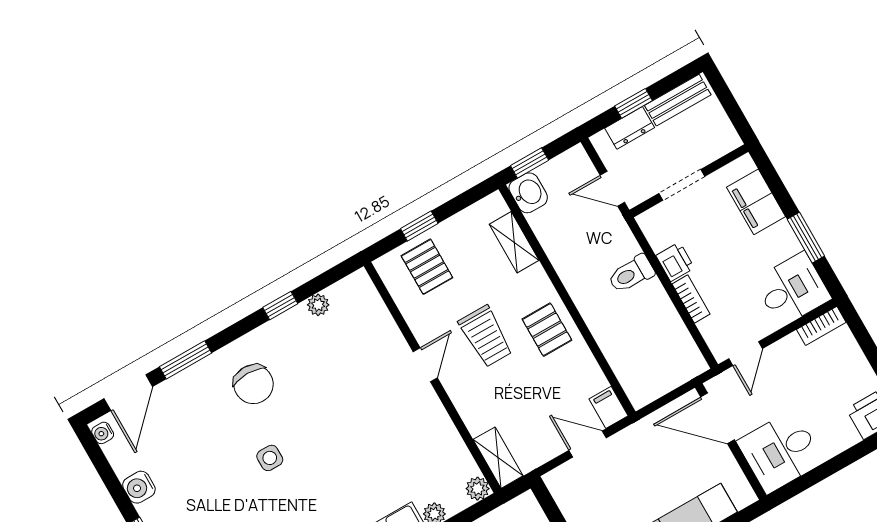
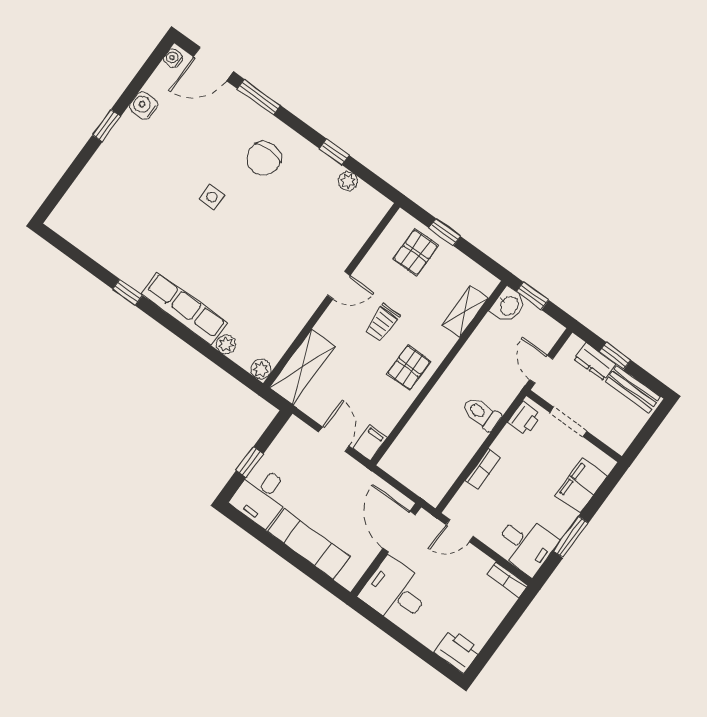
printer: (675, 262) -> (524, 419), moved
trolley: (486, 336) -> (382, 322), width x0.73, depth x0.72
shelving: (498, 458) -> (302, 367), width x1.50, depth x1.33

